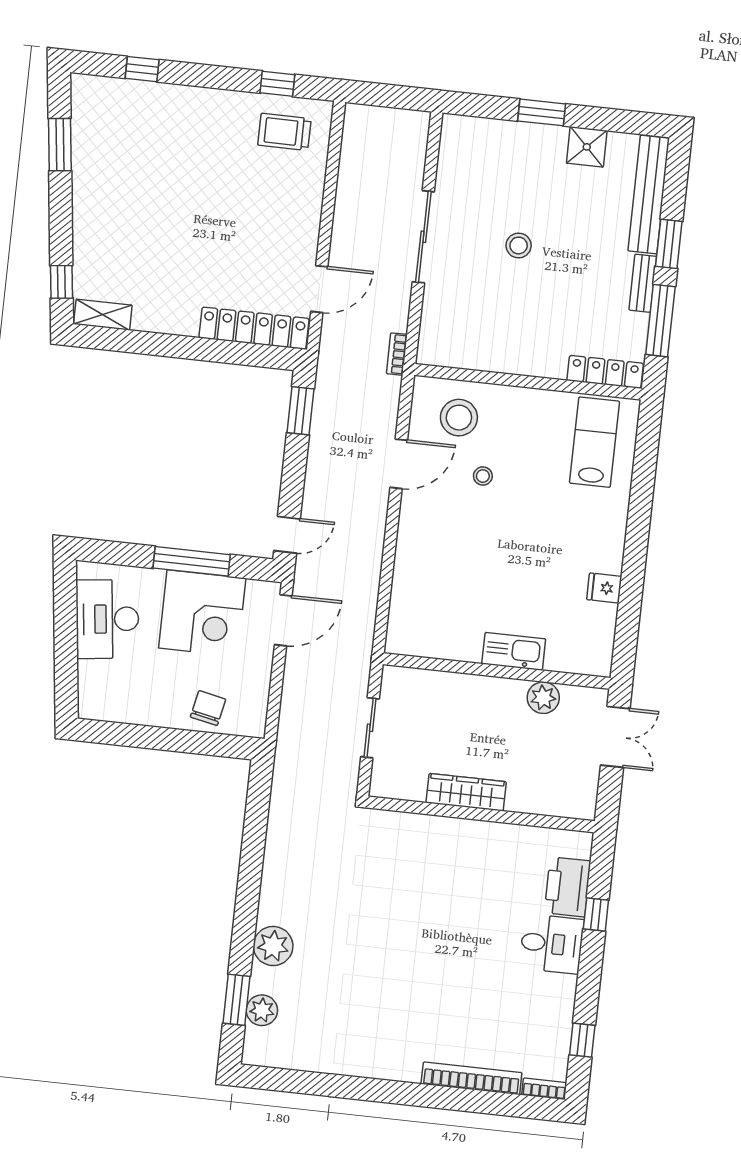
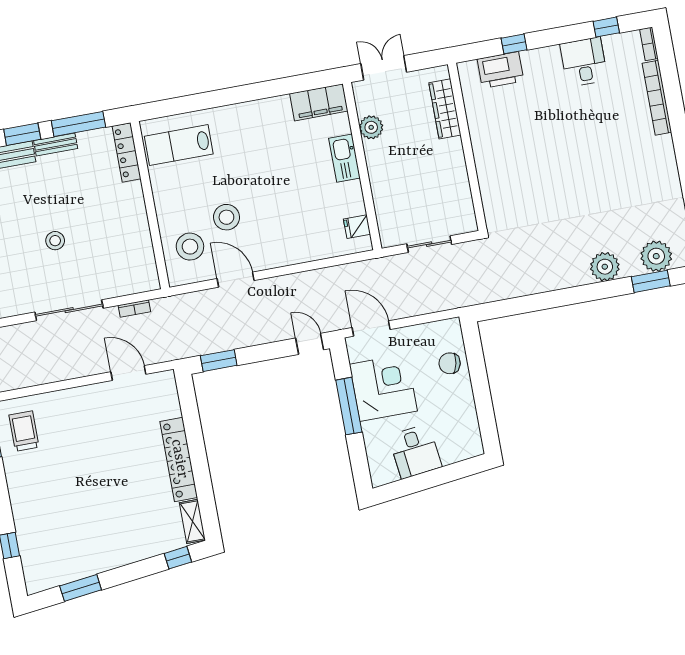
trolley: (284, 132) -> (24, 431), turned 180
locker: (254, 328) -> (179, 459), moved
bookcase: (397, 354) -> (134, 309), moved
stool: (483, 476) -> (226, 217), width x1.89, depth x1.89
fridge: (604, 588) -> (357, 227), moved, turned 90
desk: (107, 619) -> (415, 451), width x0.73
filing cabinet: (596, 640) -> (319, 102), added
wardrobe: (466, 792) -> (445, 109), moved
desk: (552, 944) -> (584, 62), moved
plant: (262, 1010) -> (656, 256), width x1.36, depth x1.36

